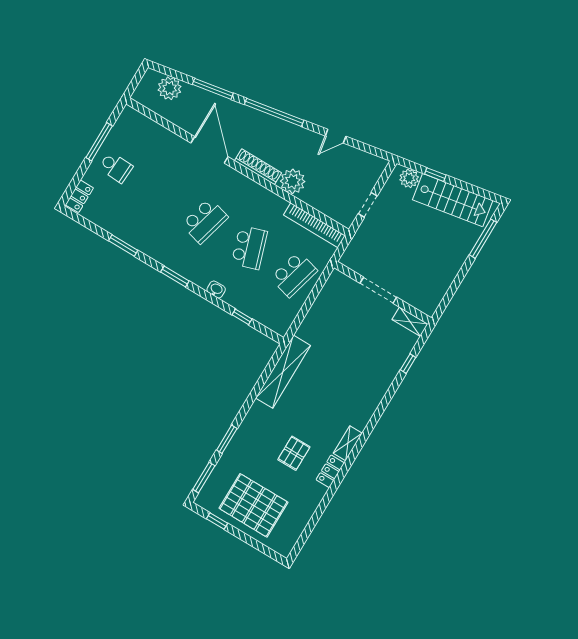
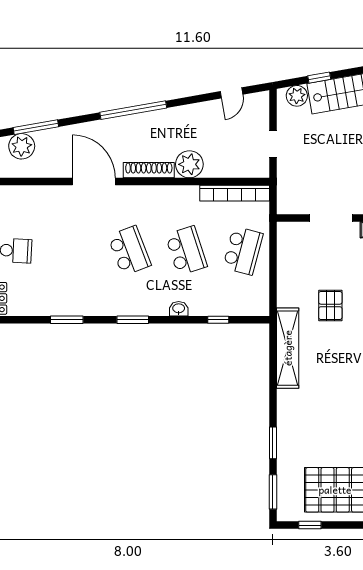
window: (213, 89) -> (36, 127), moved
door: (336, 136) -> (232, 93), moved
school desk: (205, 221) -> (129, 251), turned -36
pallet: (294, 453) -> (330, 305), moved

